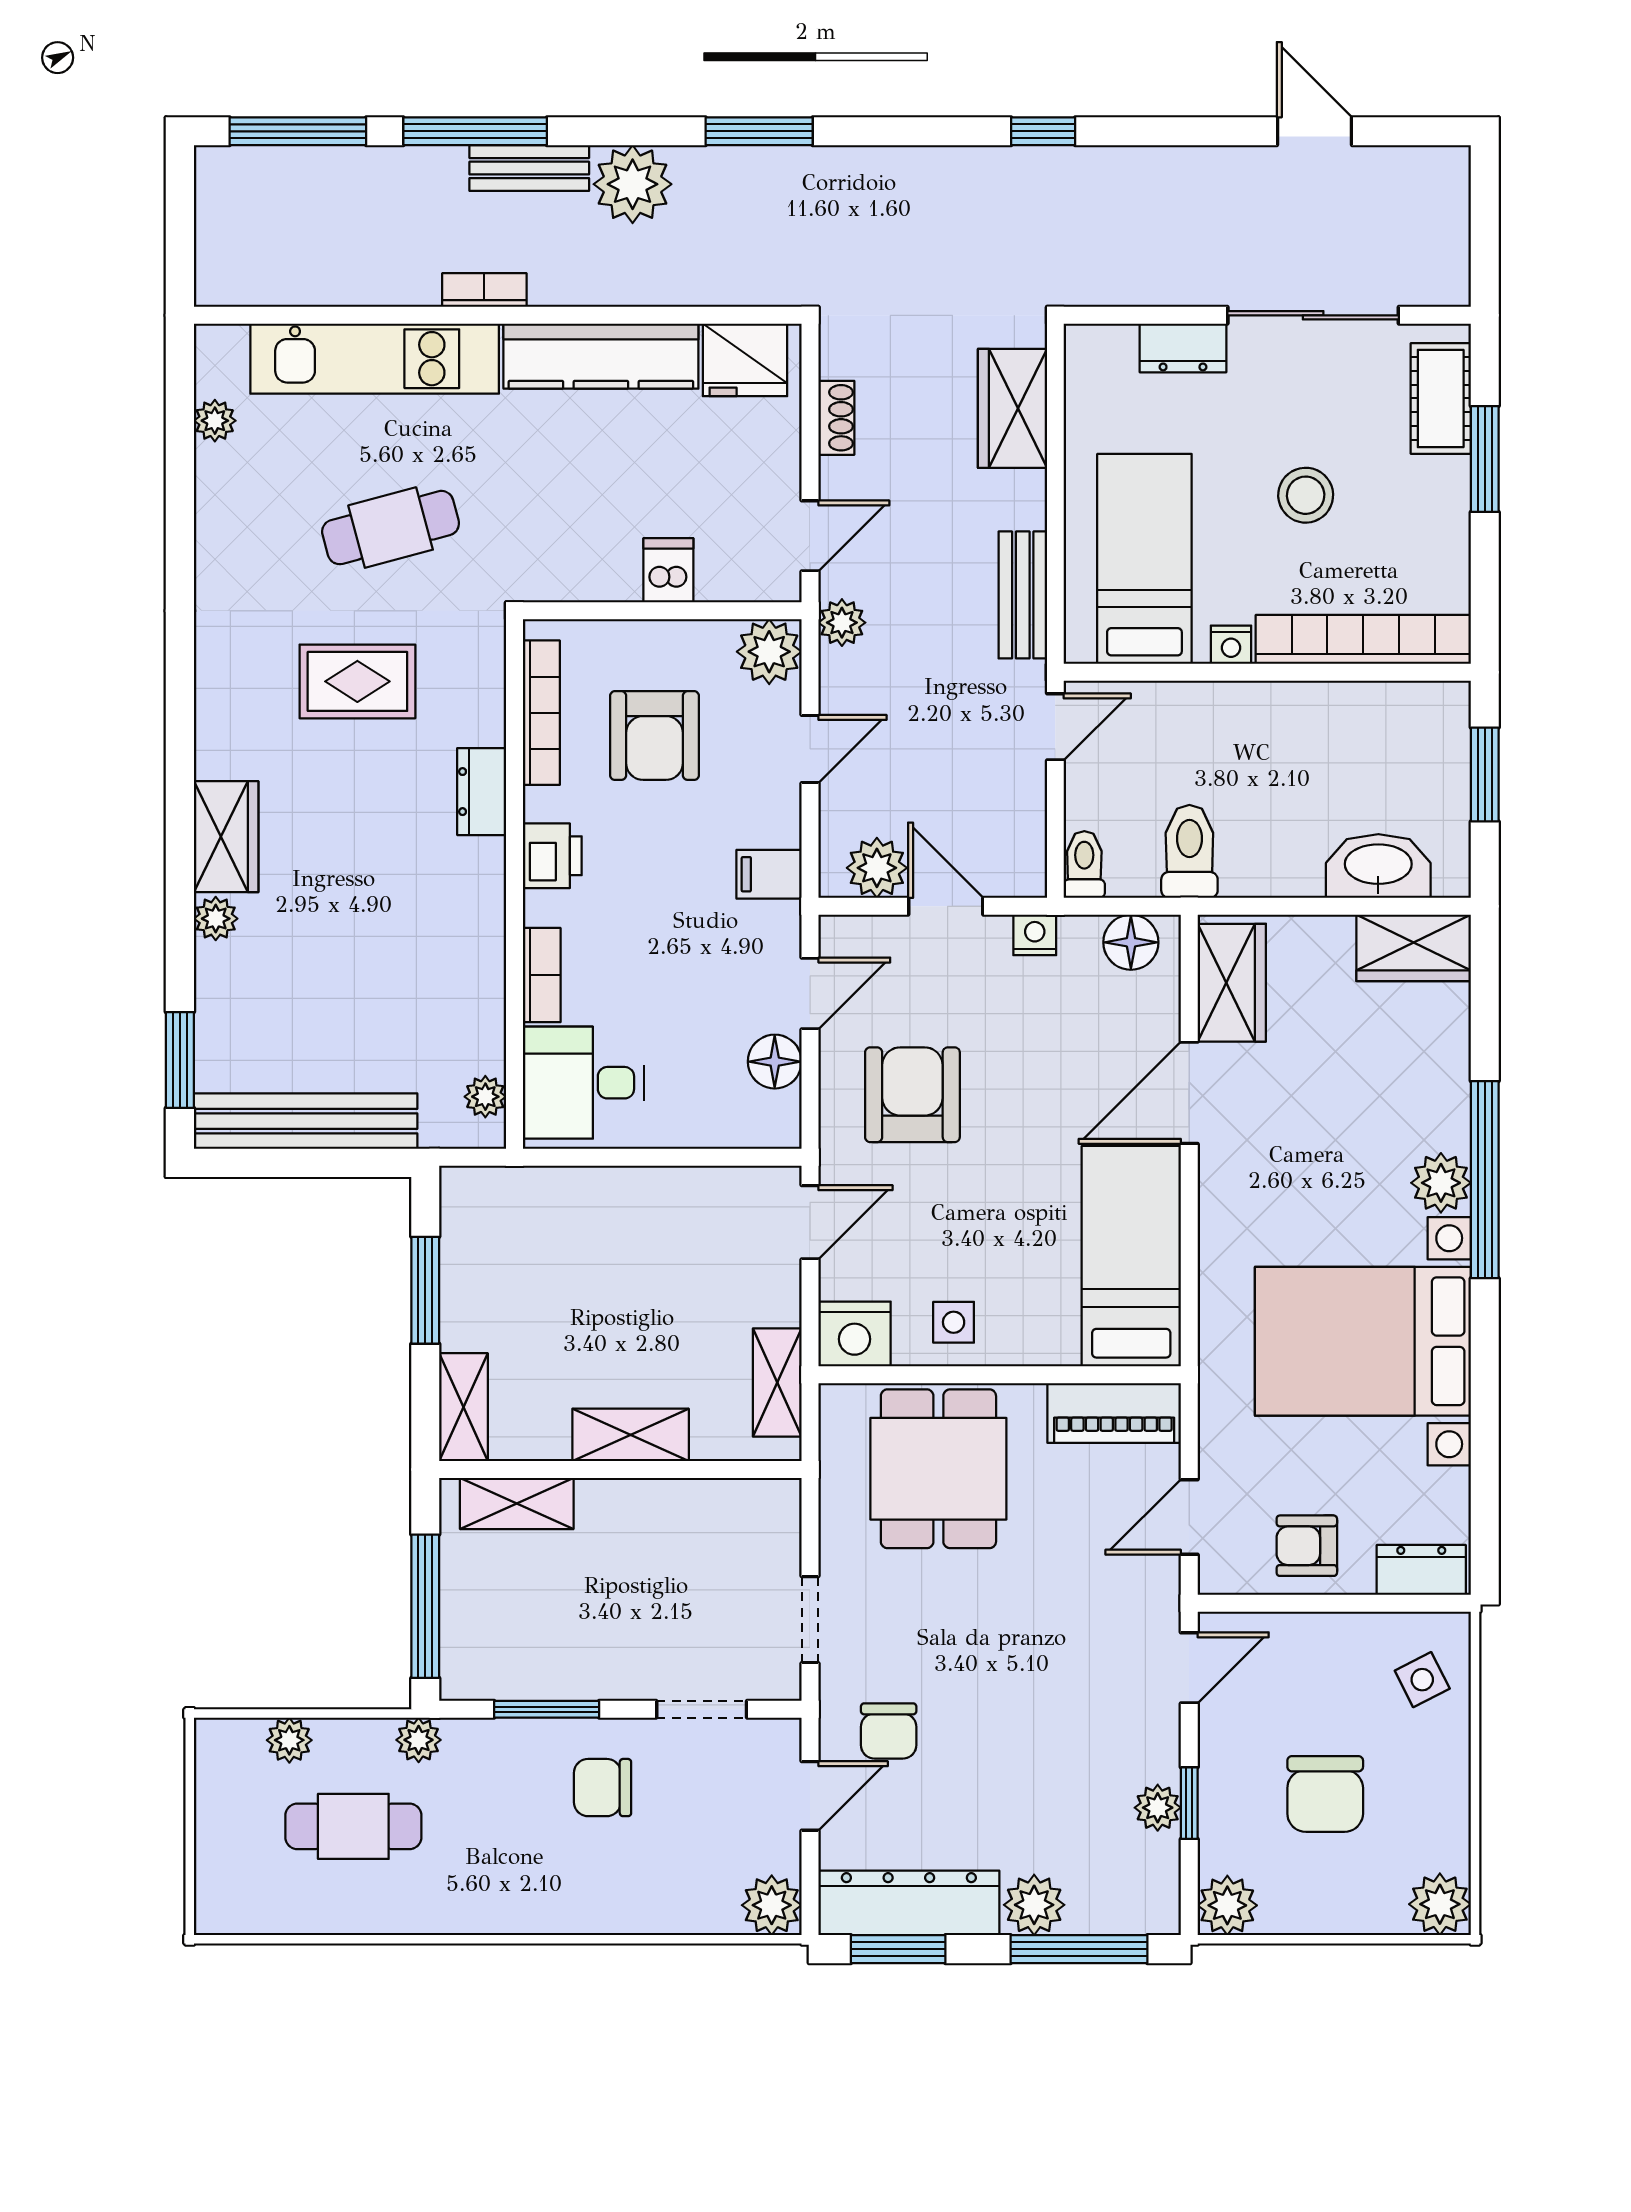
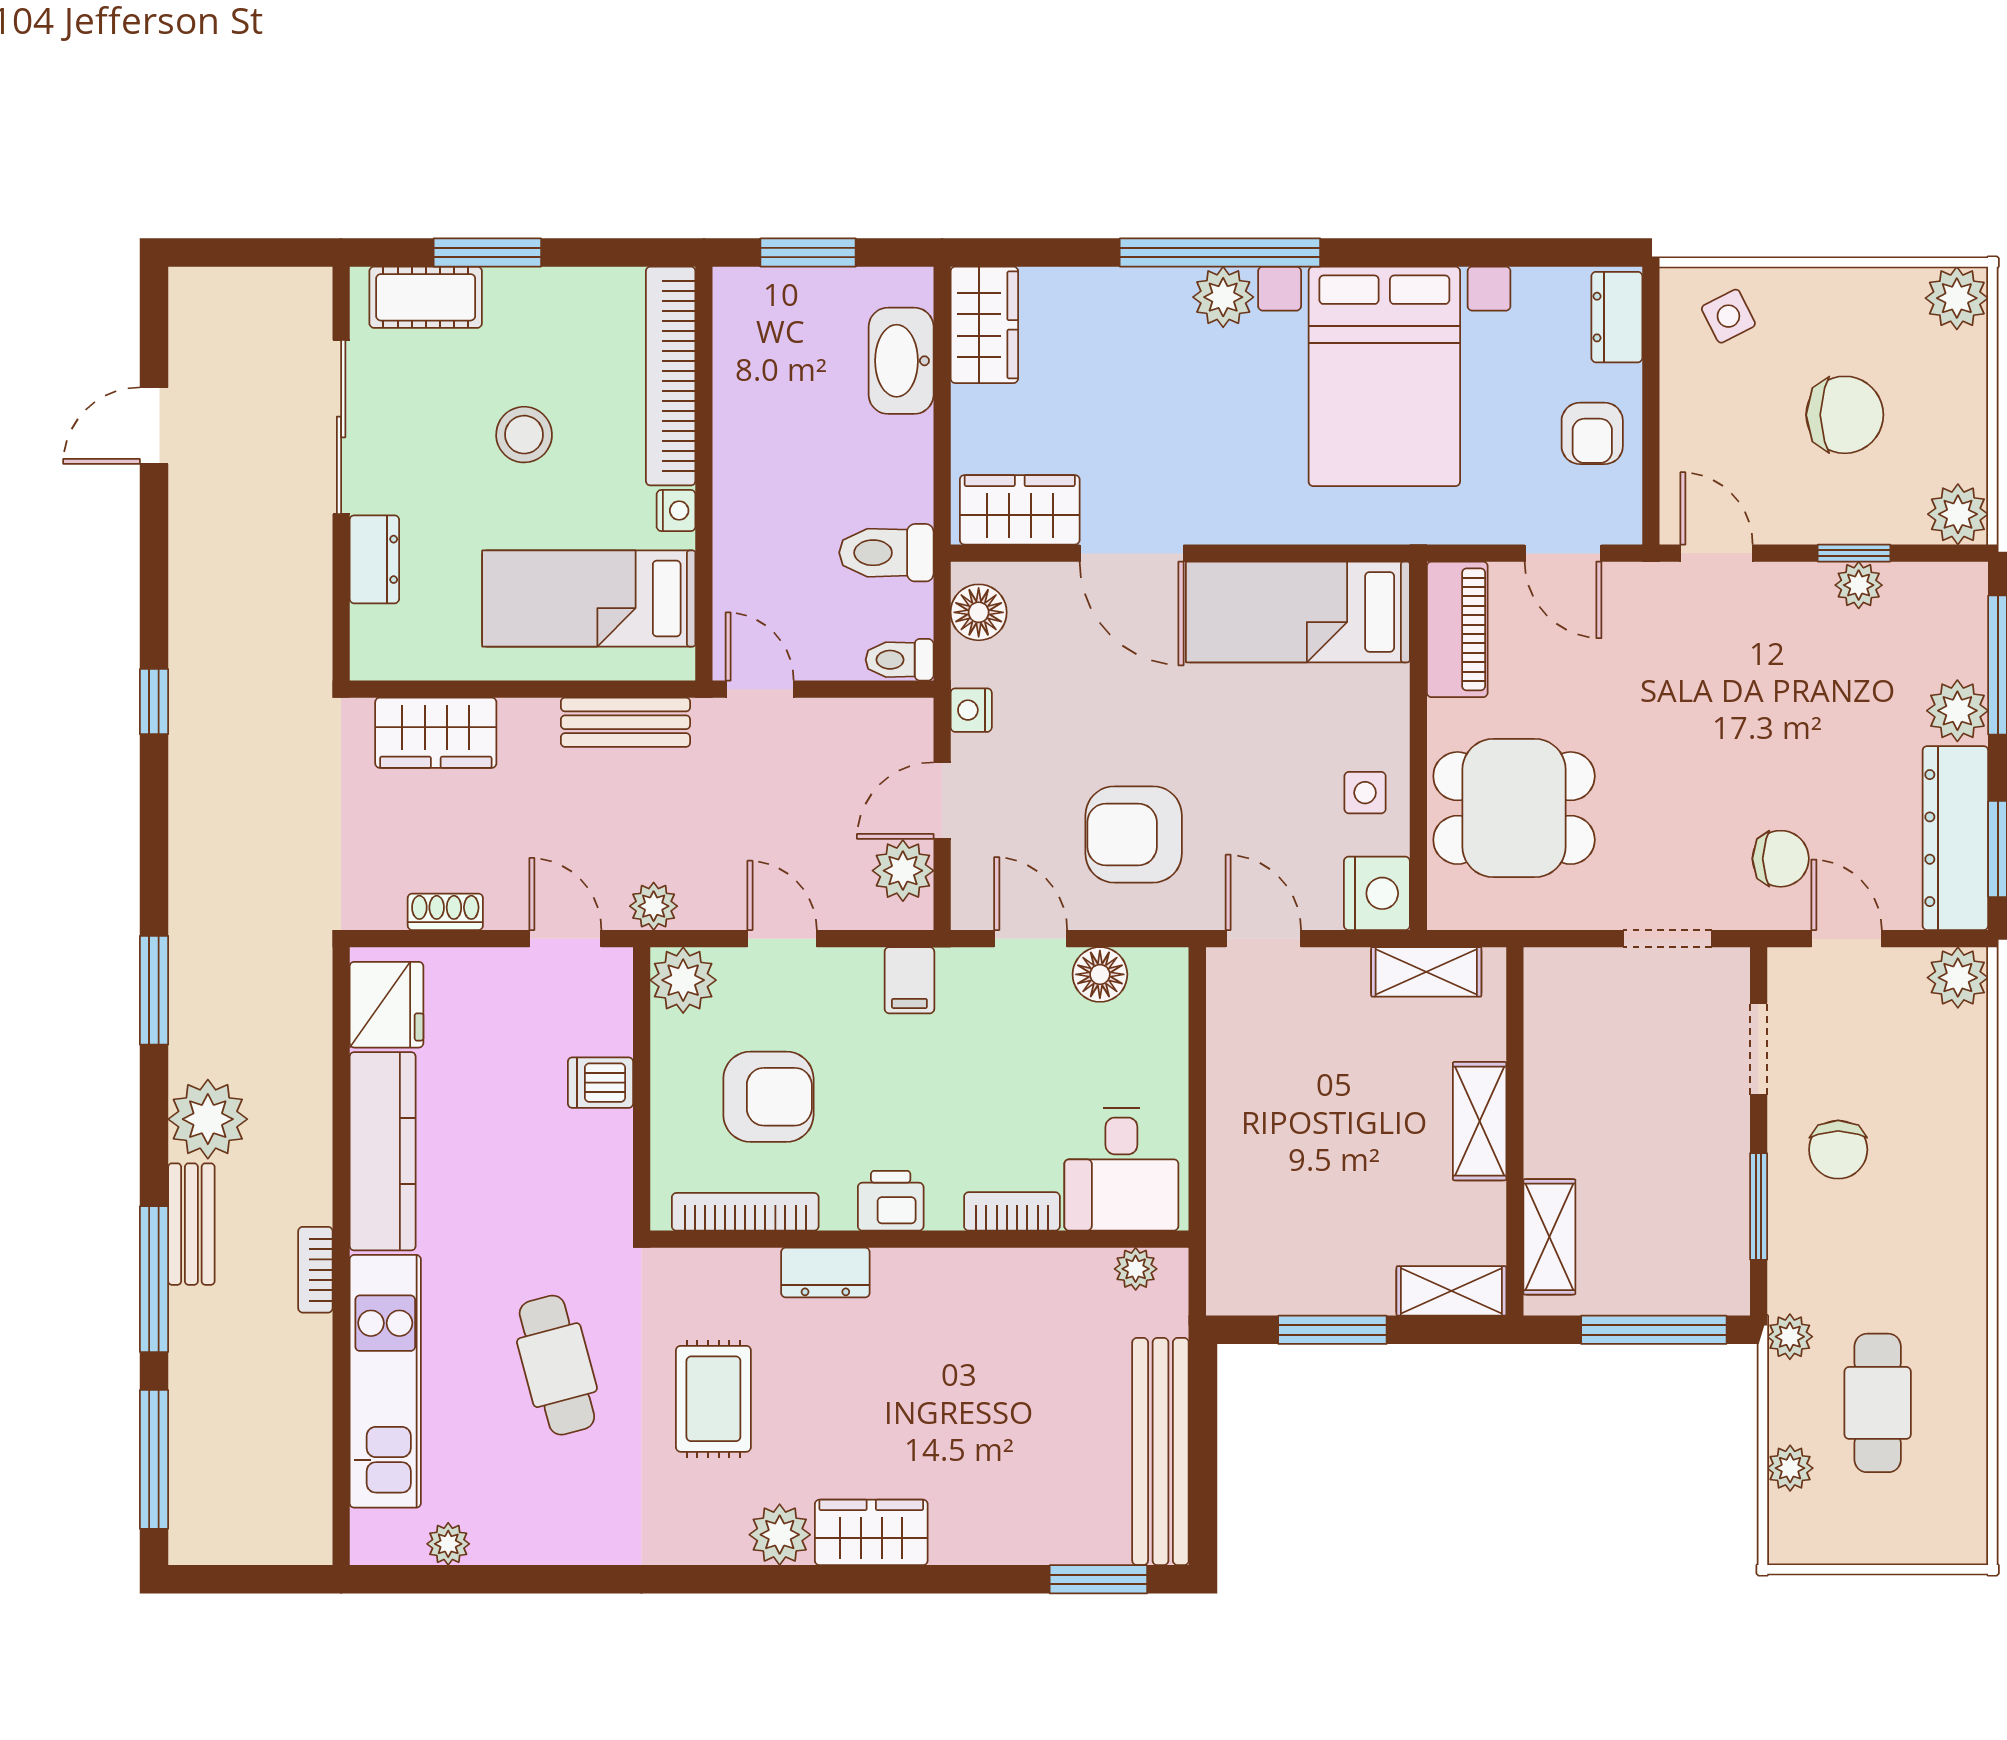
plant: (216, 919) -> (780, 1535), moved, width x1.38, depth x1.38

